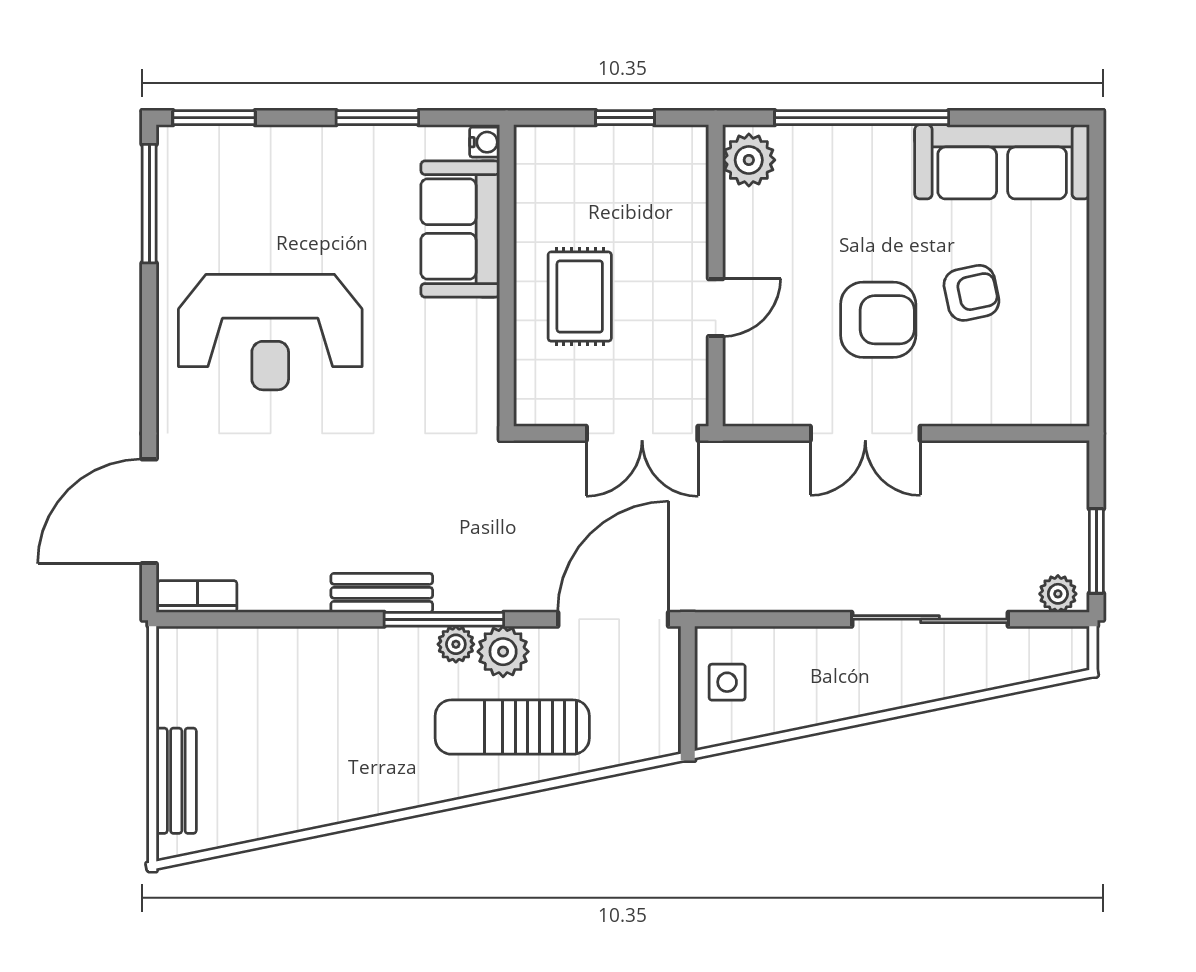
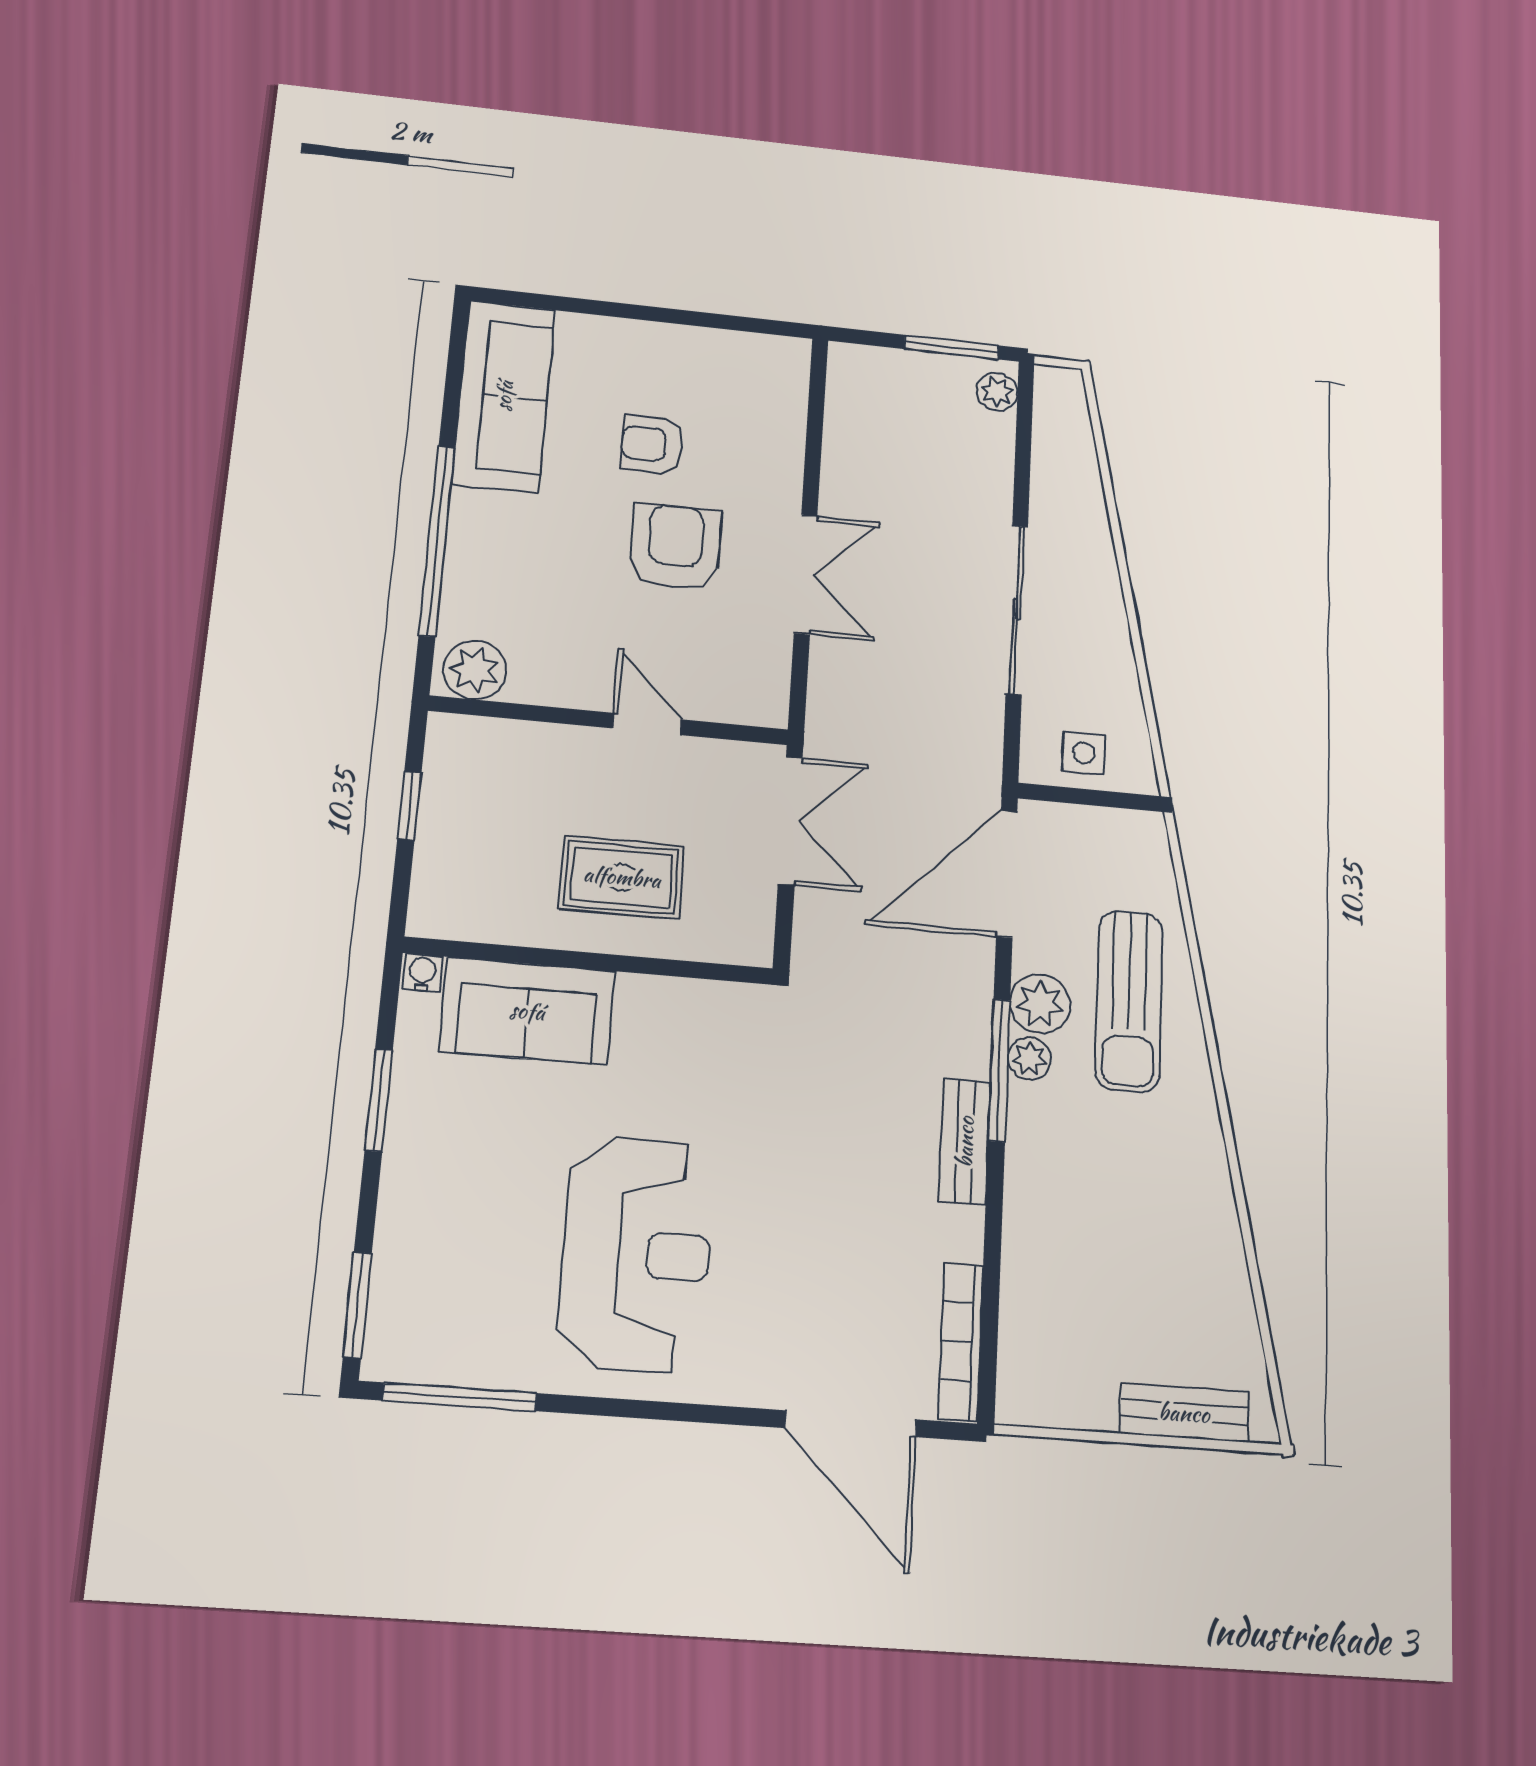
armchair: (971, 293) -> (652, 445), turned -78
bookcase: (197, 596) -> (961, 1342), width x1.56
door: (613, 619) -> (1007, 874), hinge flipped
sliding door: (930, 619) -> (1017, 610), moved

